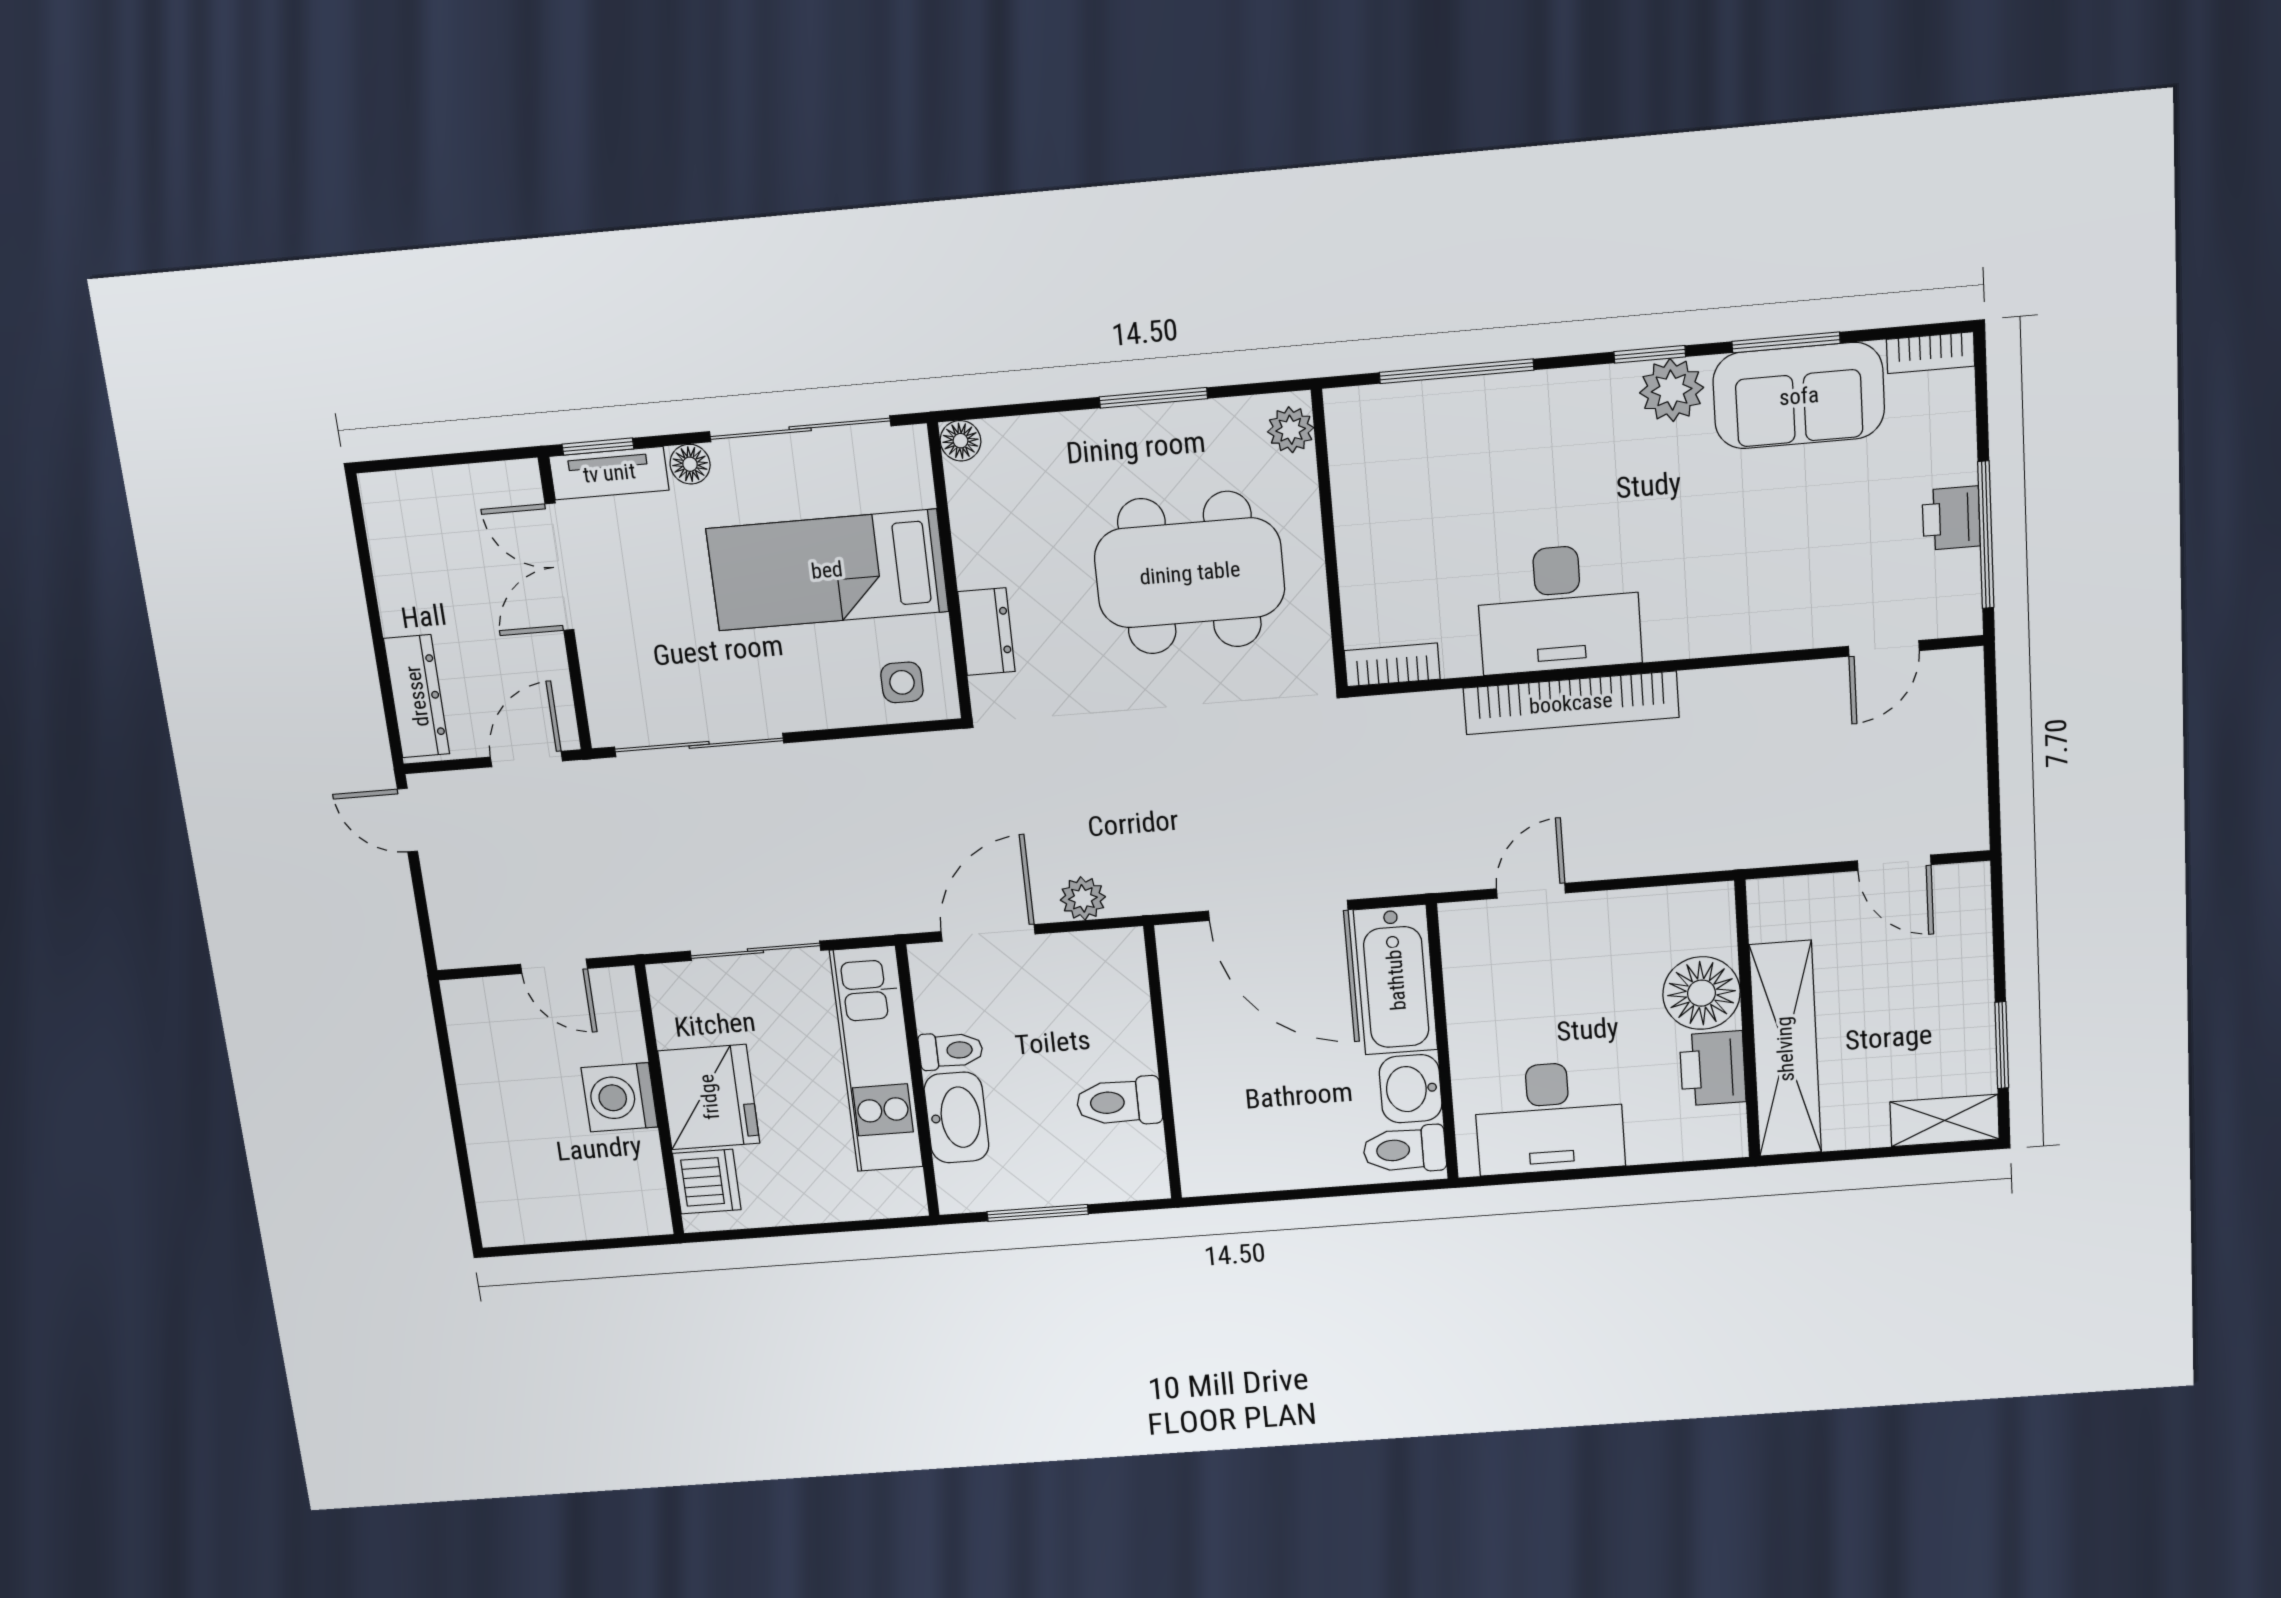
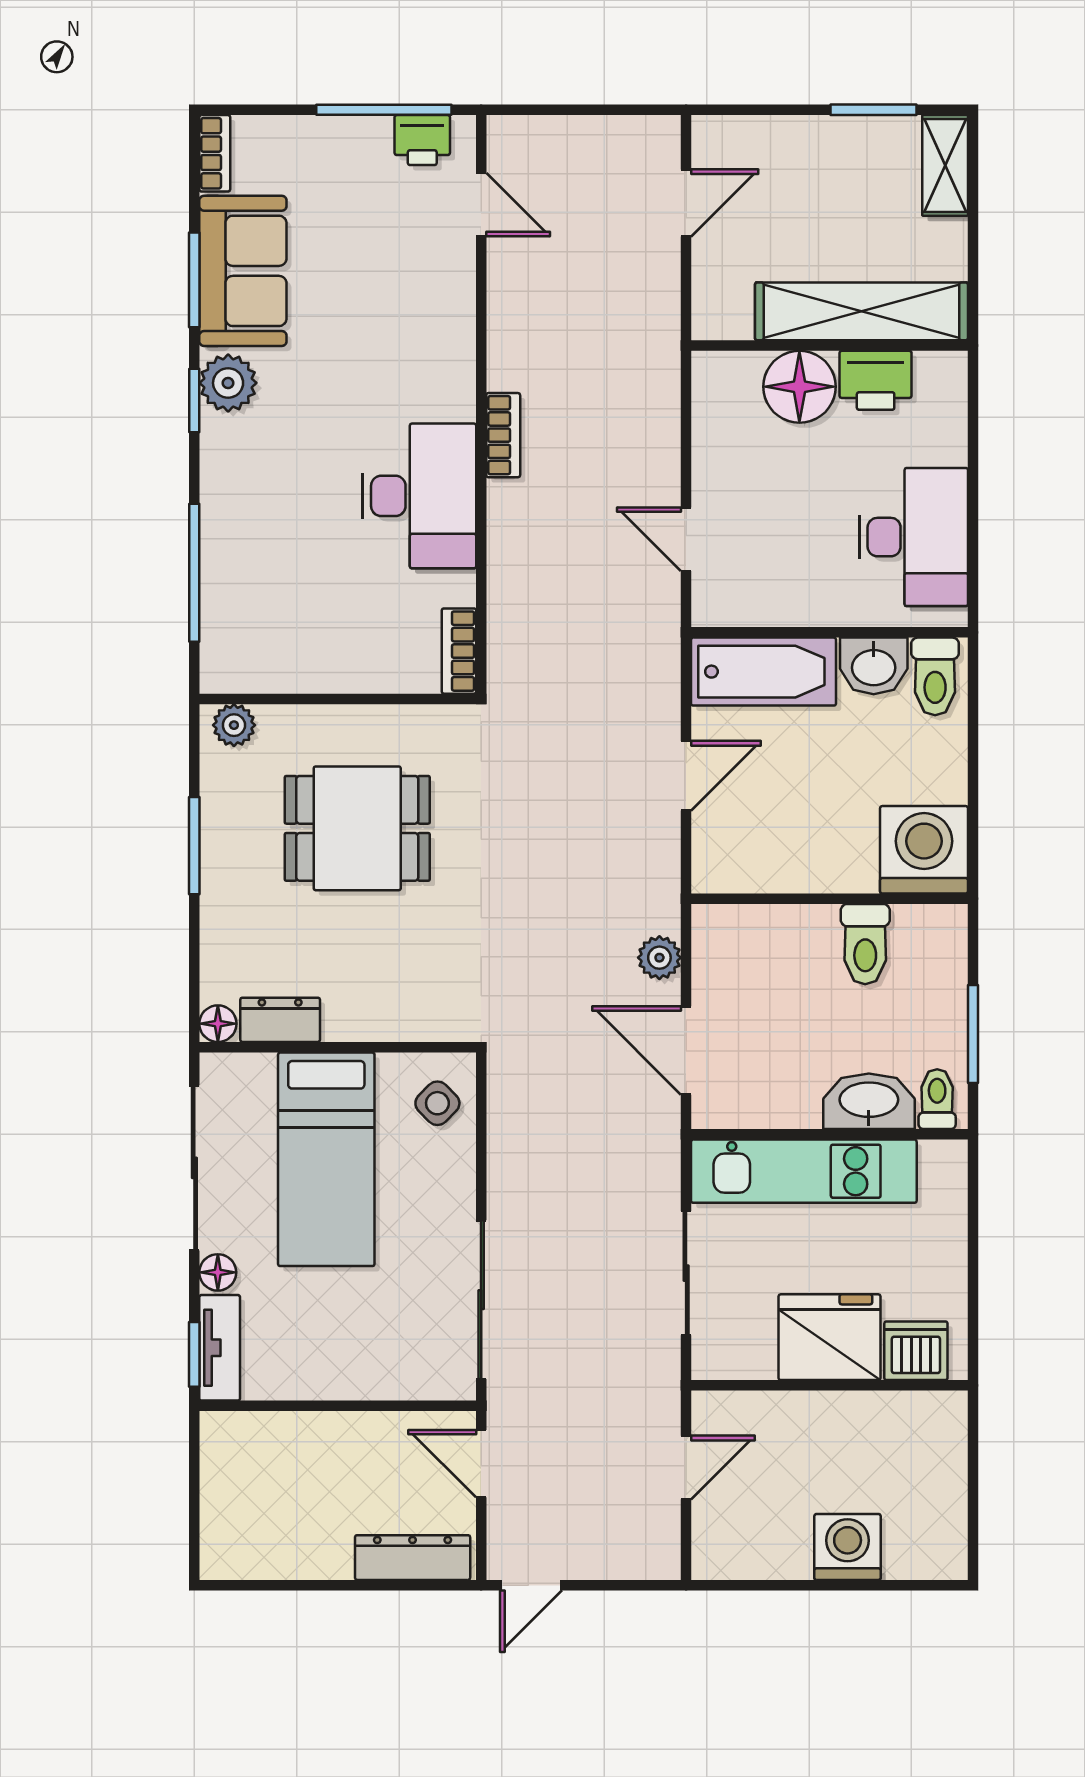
printer: (1951, 518) -> (422, 140), moved
double door: (559, 567) -> (302, 1406), removed
dining table: (1190, 573) -> (357, 828), width x0.73
dresser: (986, 632) -> (280, 1020), moved
side table: (902, 682) -> (437, 1103), turned 45
bookcase: (1571, 703) -> (503, 435), width x0.43, depth x0.76
door: (1278, 910) -> (686, 776), width x0.53
toilet: (951, 1051) -> (937, 1099), moved
washing machine: (619, 1097) -> (848, 1547), moved, turned 180
washing machine: (1223, 1152) -> (924, 850), added

